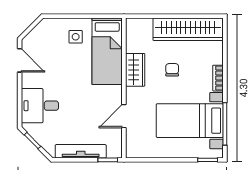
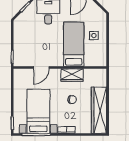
bed: (107, 51) -> (74, 44), moved, turned 90
door: (124, 116) -> (41, 68), swing flipped
tv unit: (81, 151) -> (18, 39), removed

